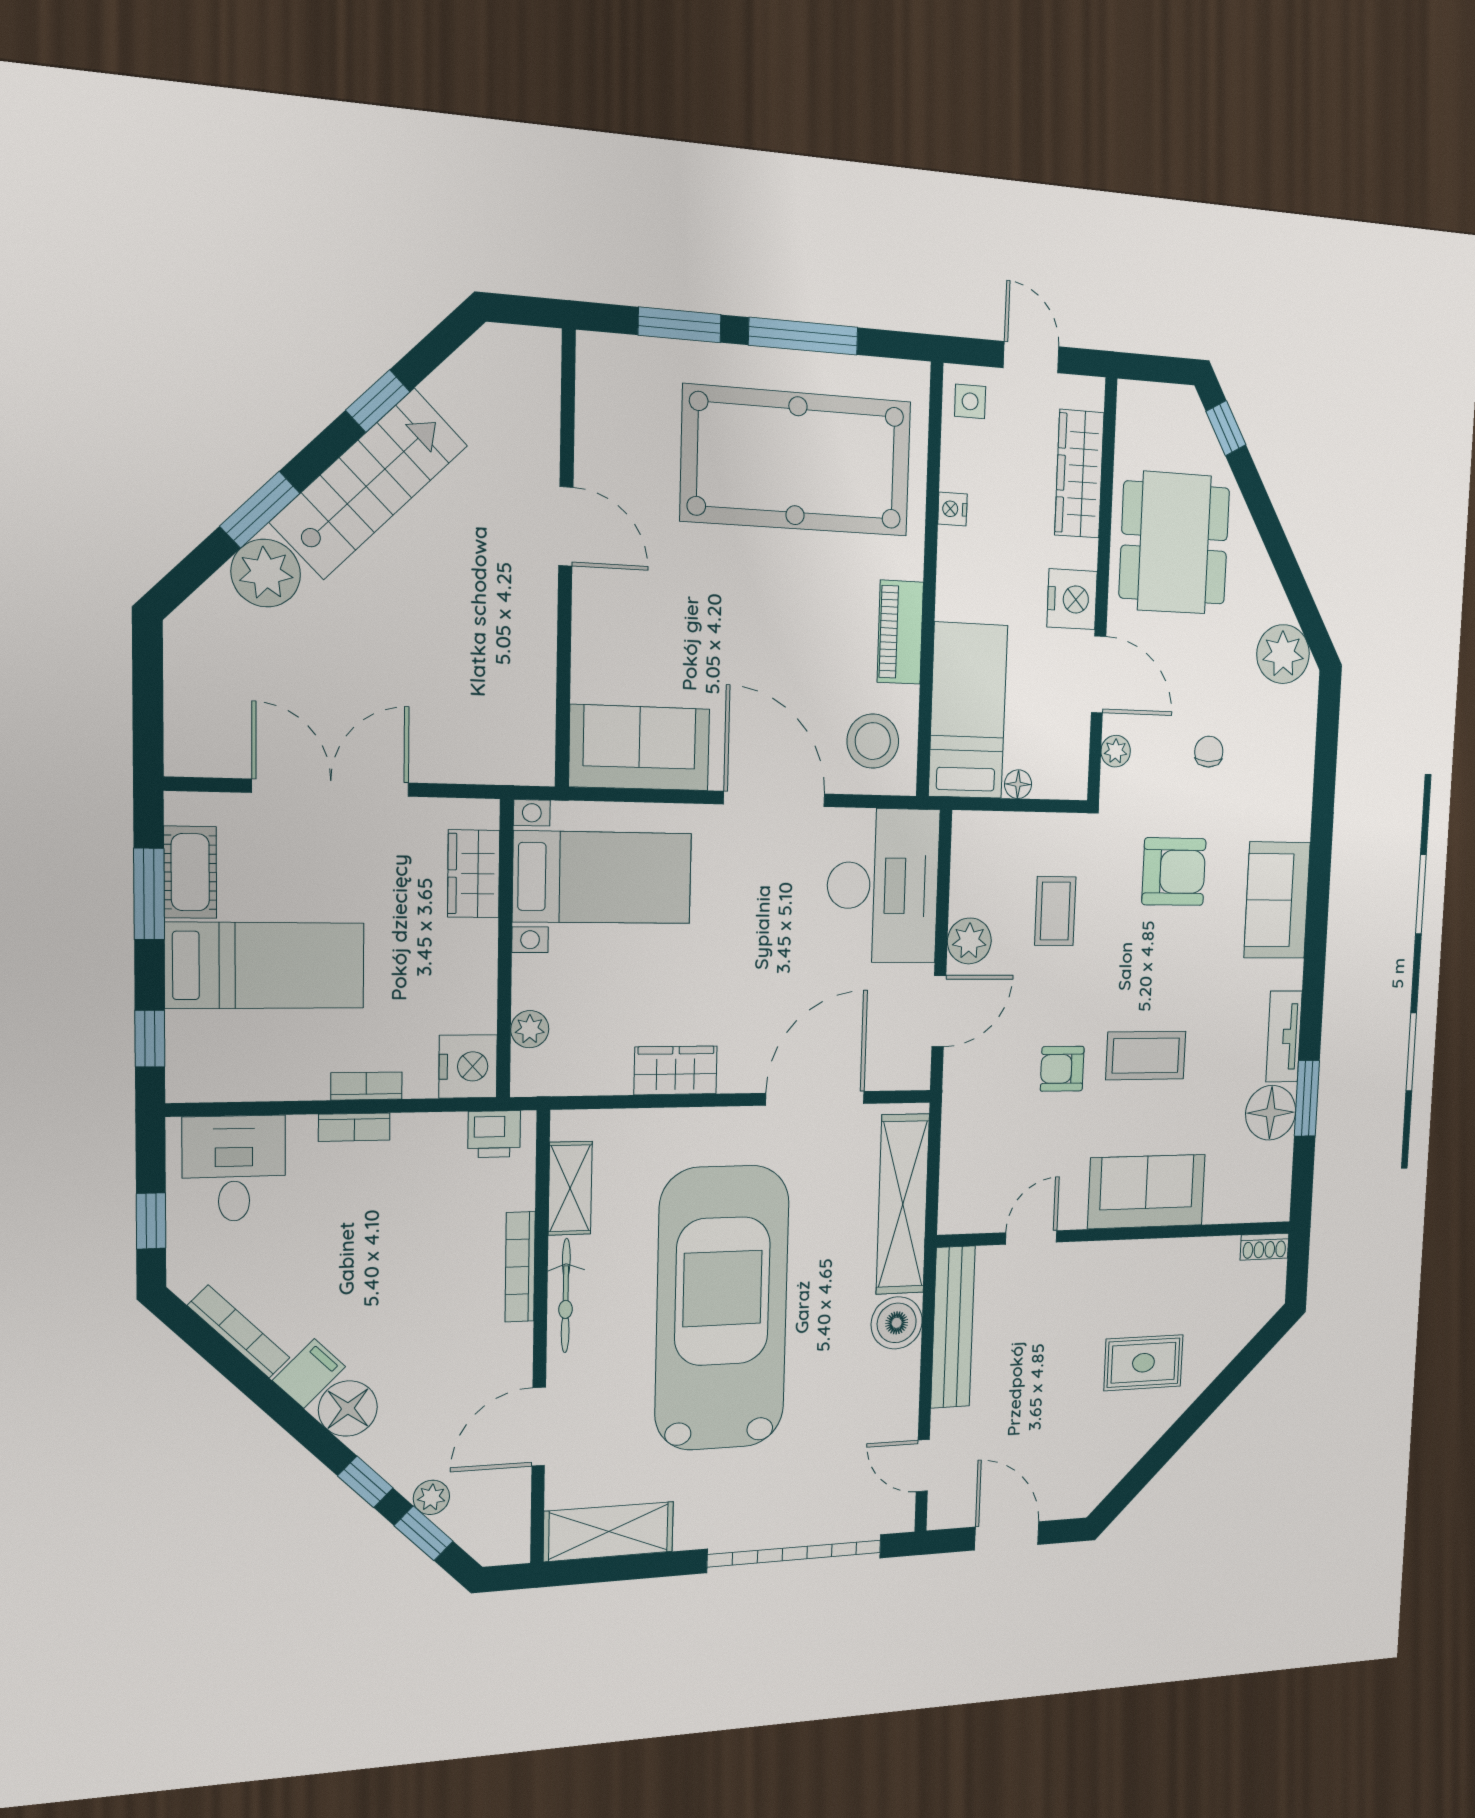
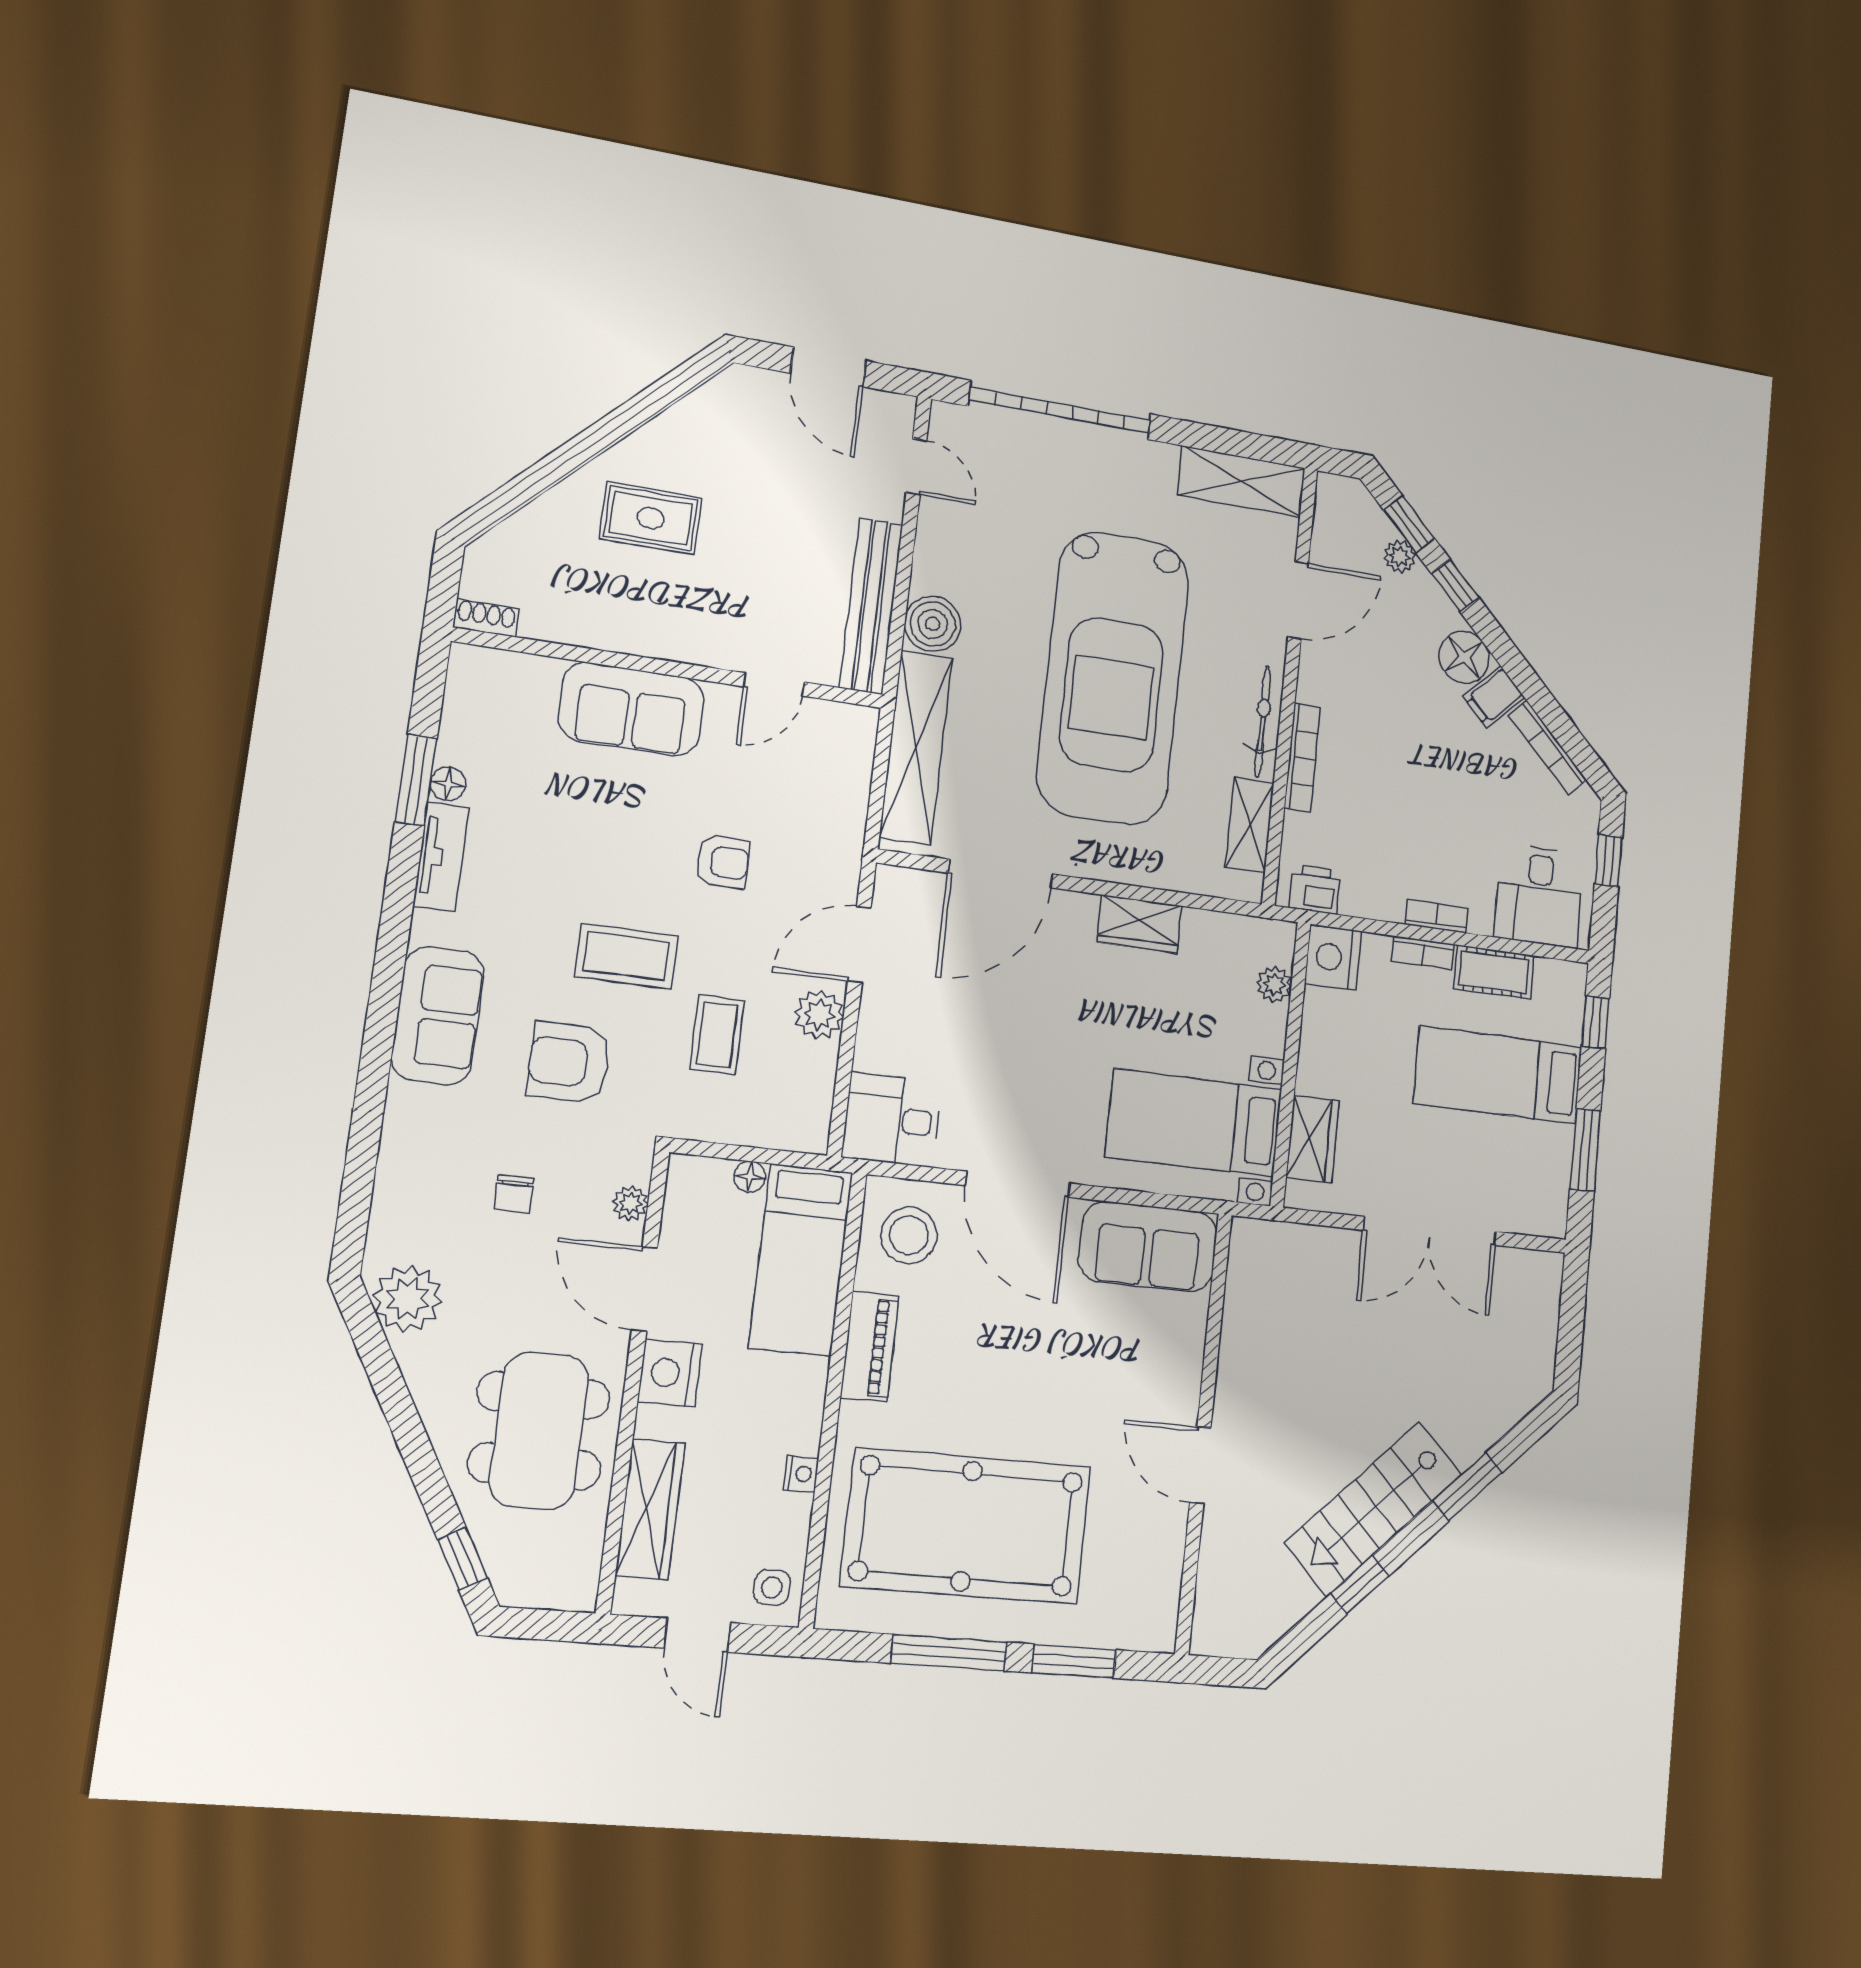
plant: (266, 573) -> (1467, 1429), removed
cot: (190, 872) -> (1494, 972), moved, turned 90
desk: (883, 886) -> (892, 1120), width x0.53, depth x0.77
coffee table: (1146, 1056) -> (626, 956), moved
floor lamp: (1271, 1113) -> (448, 784), width x0.53, depth x0.53

